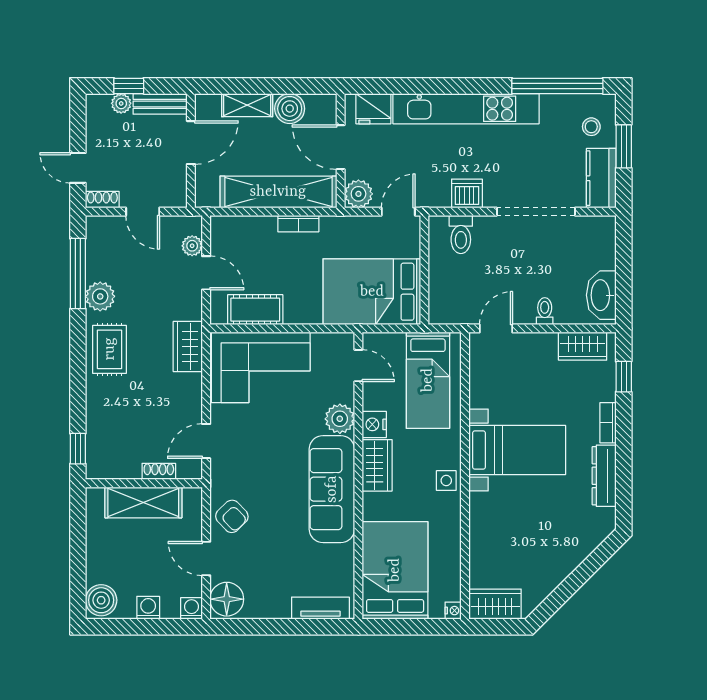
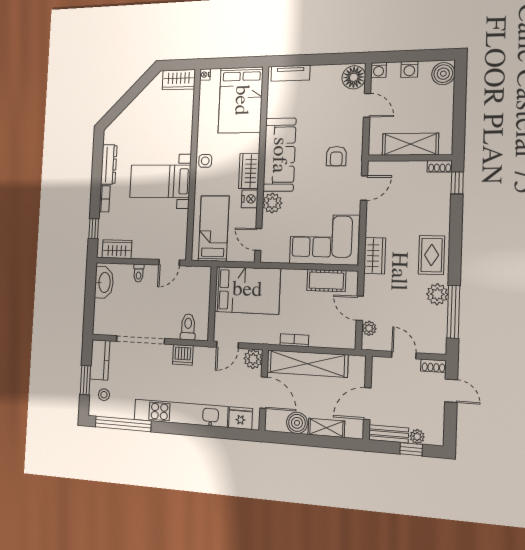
shoe rack: (159, 471) -> (440, 166), moved
armchair: (232, 516) -> (336, 156), moved, turned -136

